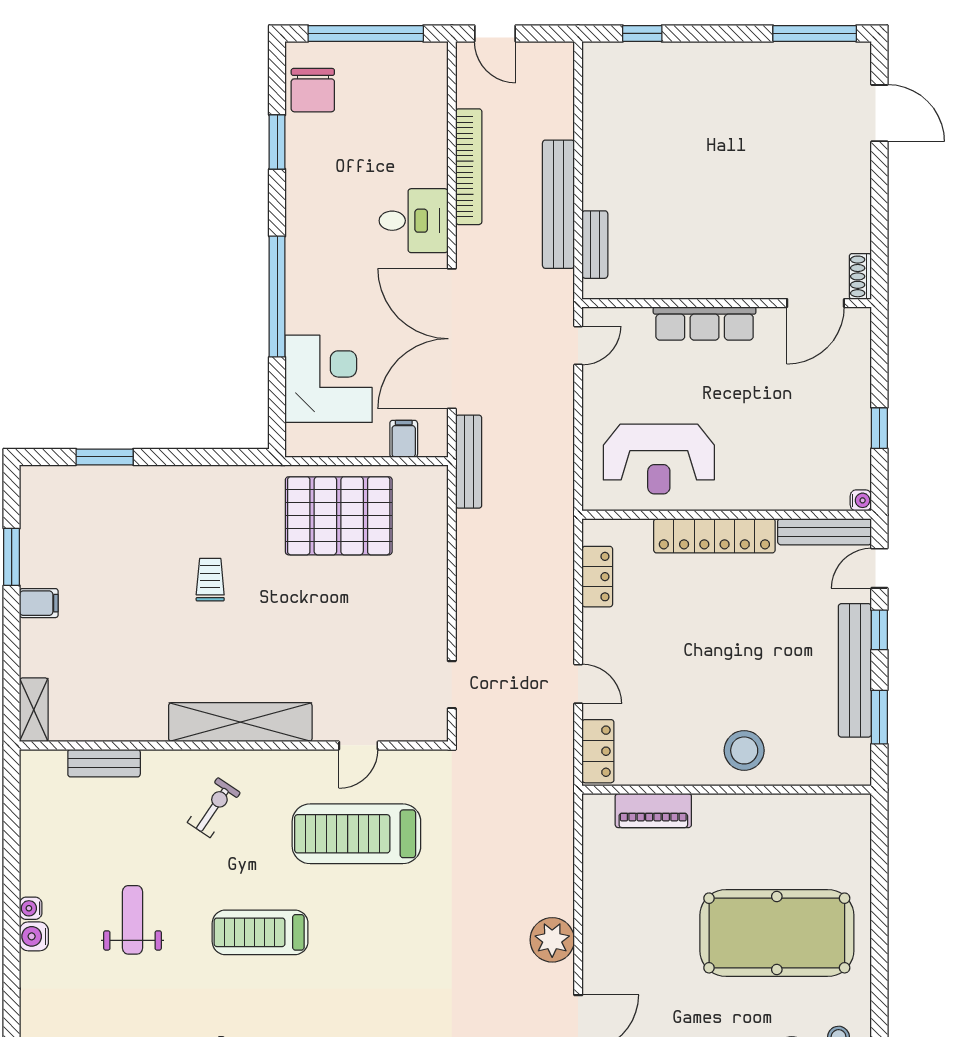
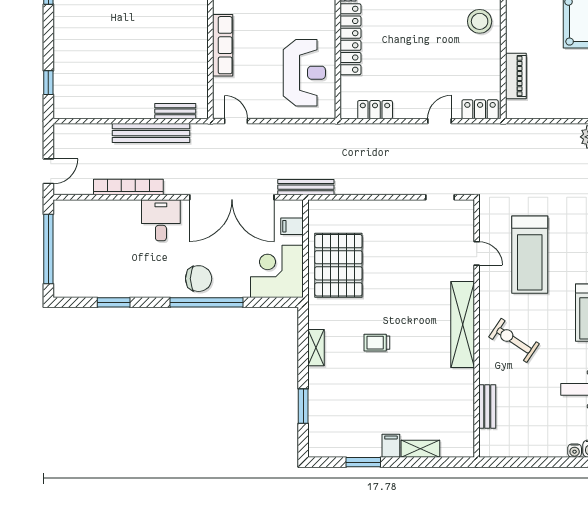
chair: (313, 90) -> (199, 279), moved
corner desk: (329, 379) -> (277, 271), moved
shelving: (202, 478) -> (316, 348), added
shelving: (34, 710) -> (420, 449), moved
exercise bike: (214, 808) -> (514, 340), width x1.38, depth x1.39

